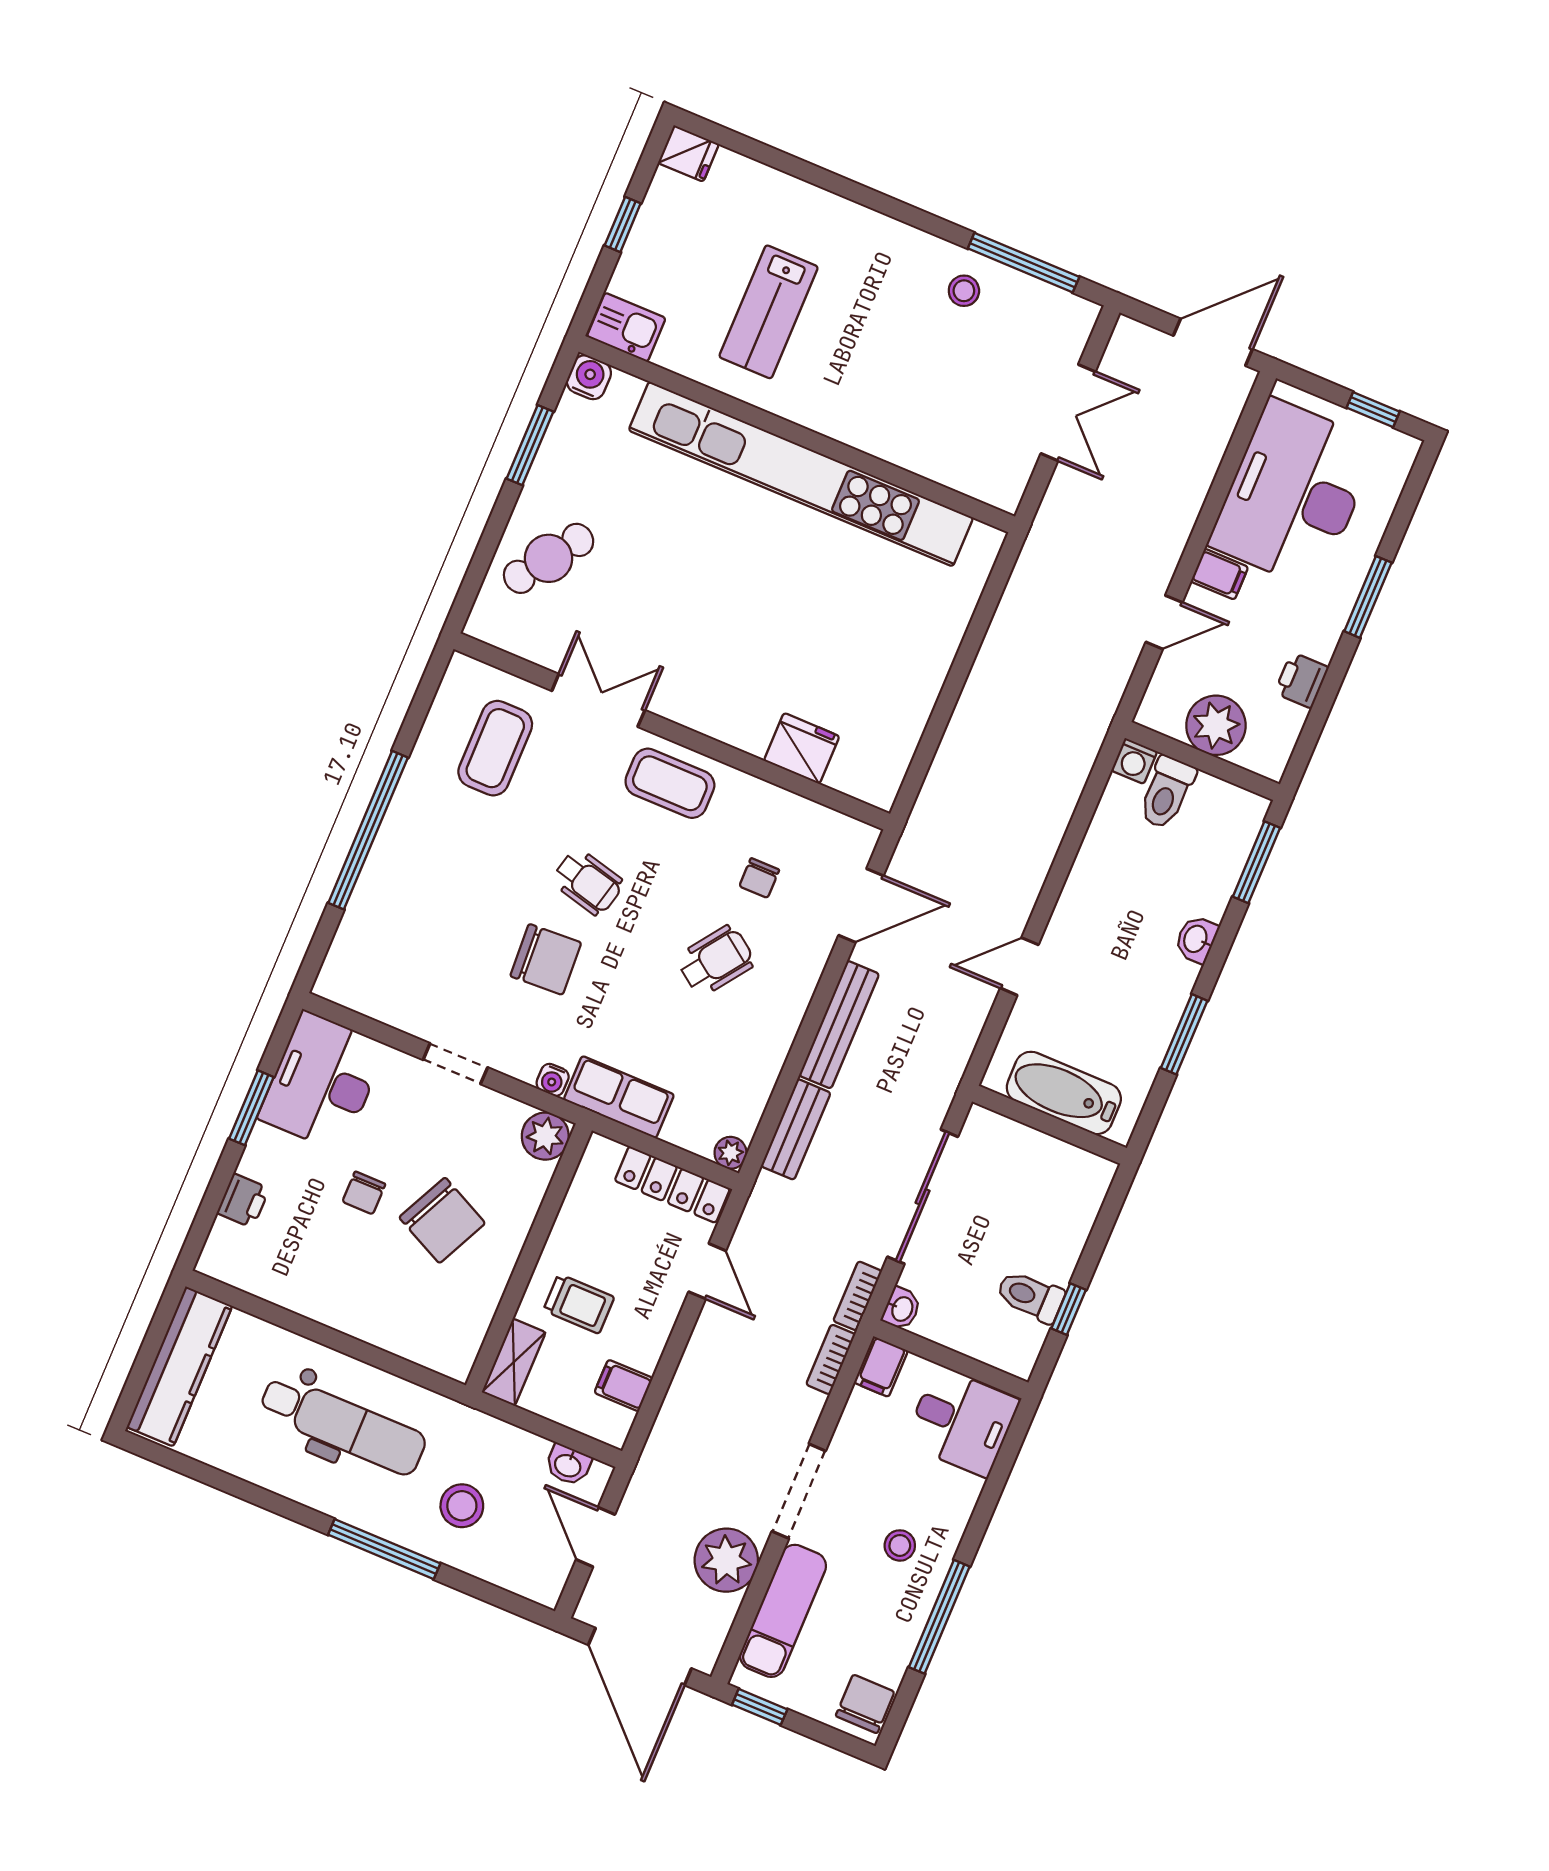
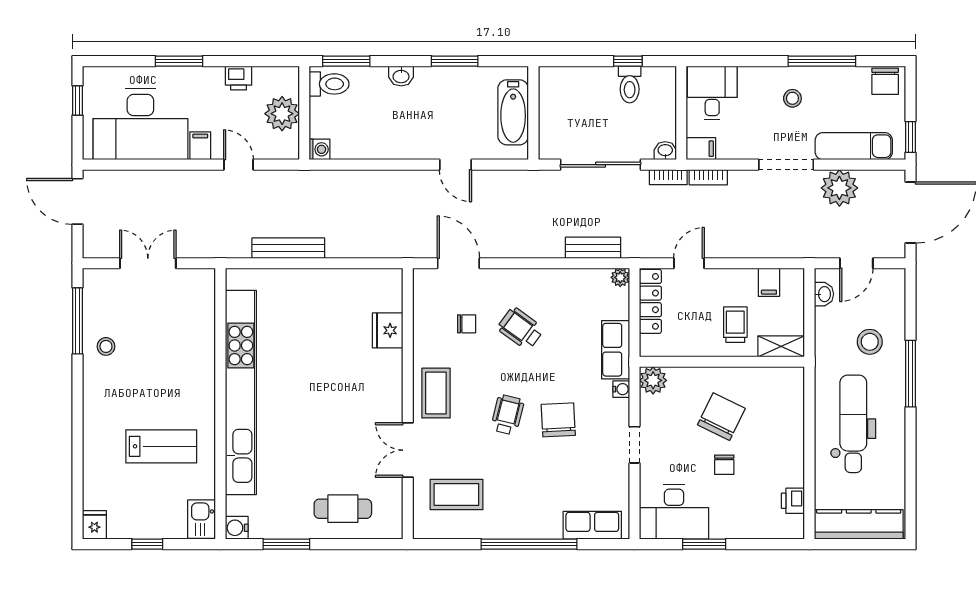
cafe table: (549, 558) -> (343, 509), turned -35
toilet: (1167, 792) -> (329, 84), moved
row of seats: (356, 943) -> (592, 525), added
bench: (839, 1025) -> (288, 248), moved
chair: (364, 1193) -> (724, 465), turned 90
printer: (243, 1201) -> (793, 501), moved, turned -90
chair: (865, 1704) -> (885, 81), turned -90

